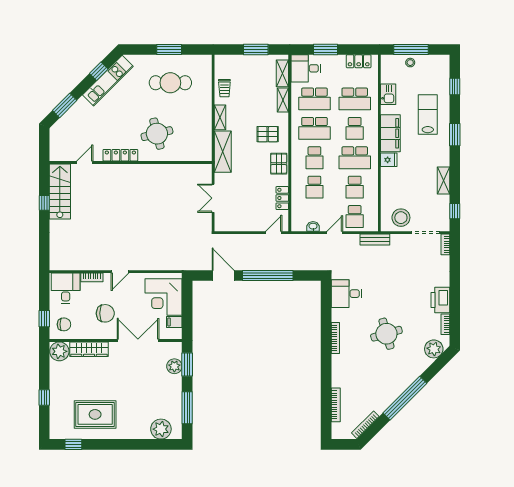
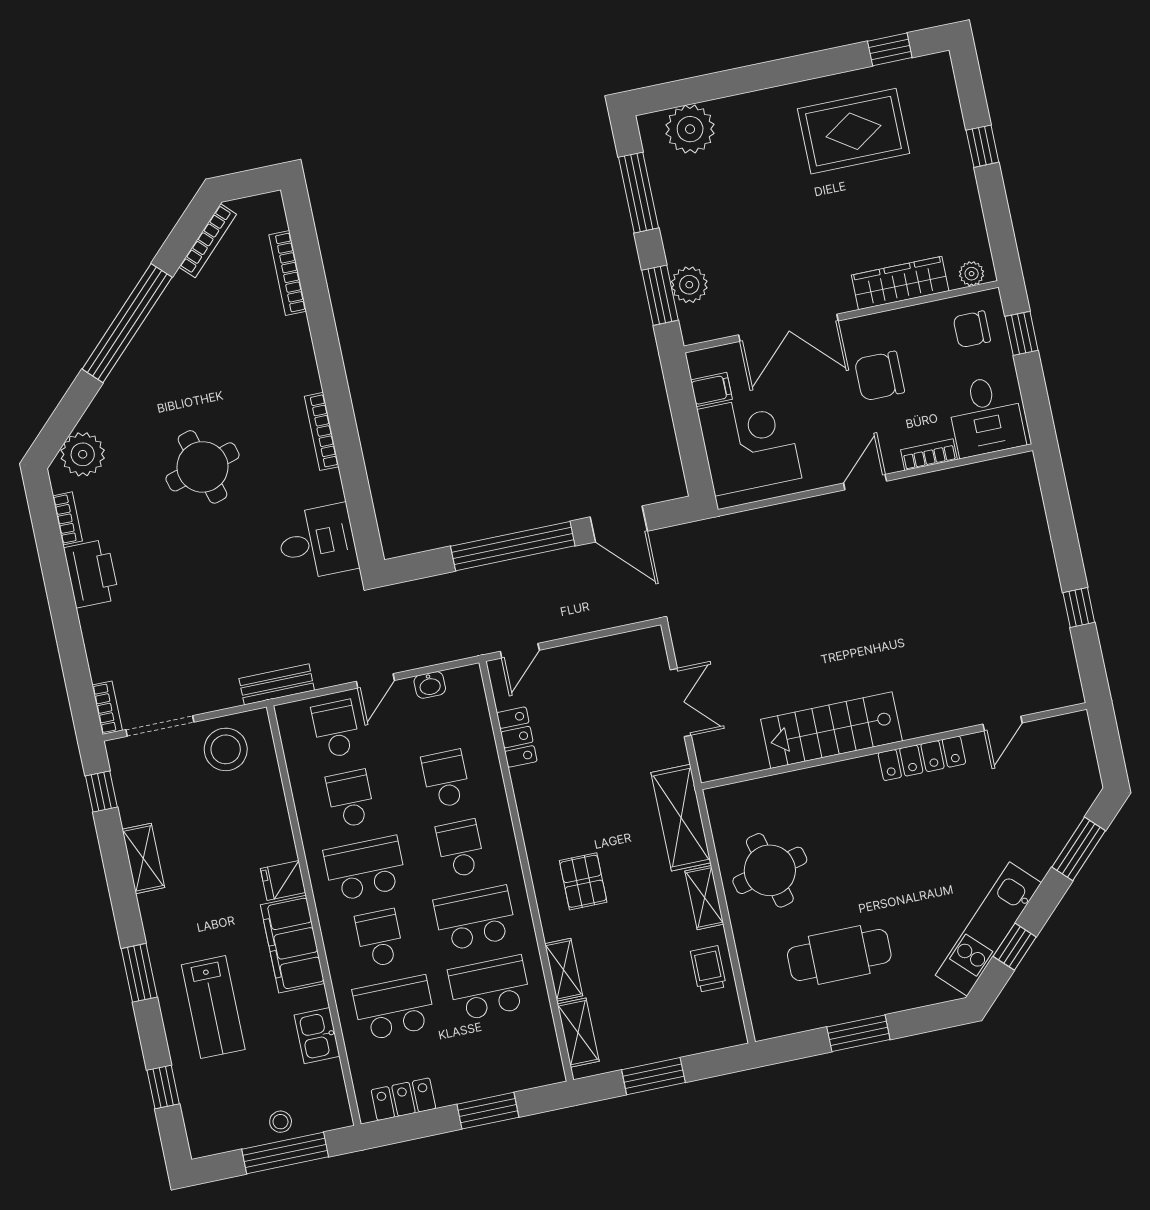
desk: (306, 68) -> (525, 1056), removed
round table: (157, 134) -> (770, 870), moved
pallet: (268, 134) -> (583, 881), turned 90
pallet: (279, 164) -> (542, 817), removed
stairs: (60, 191) -> (831, 730), moved, turned 90
plant: (59, 351) -> (972, 274), width x0.53, depth x0.53

